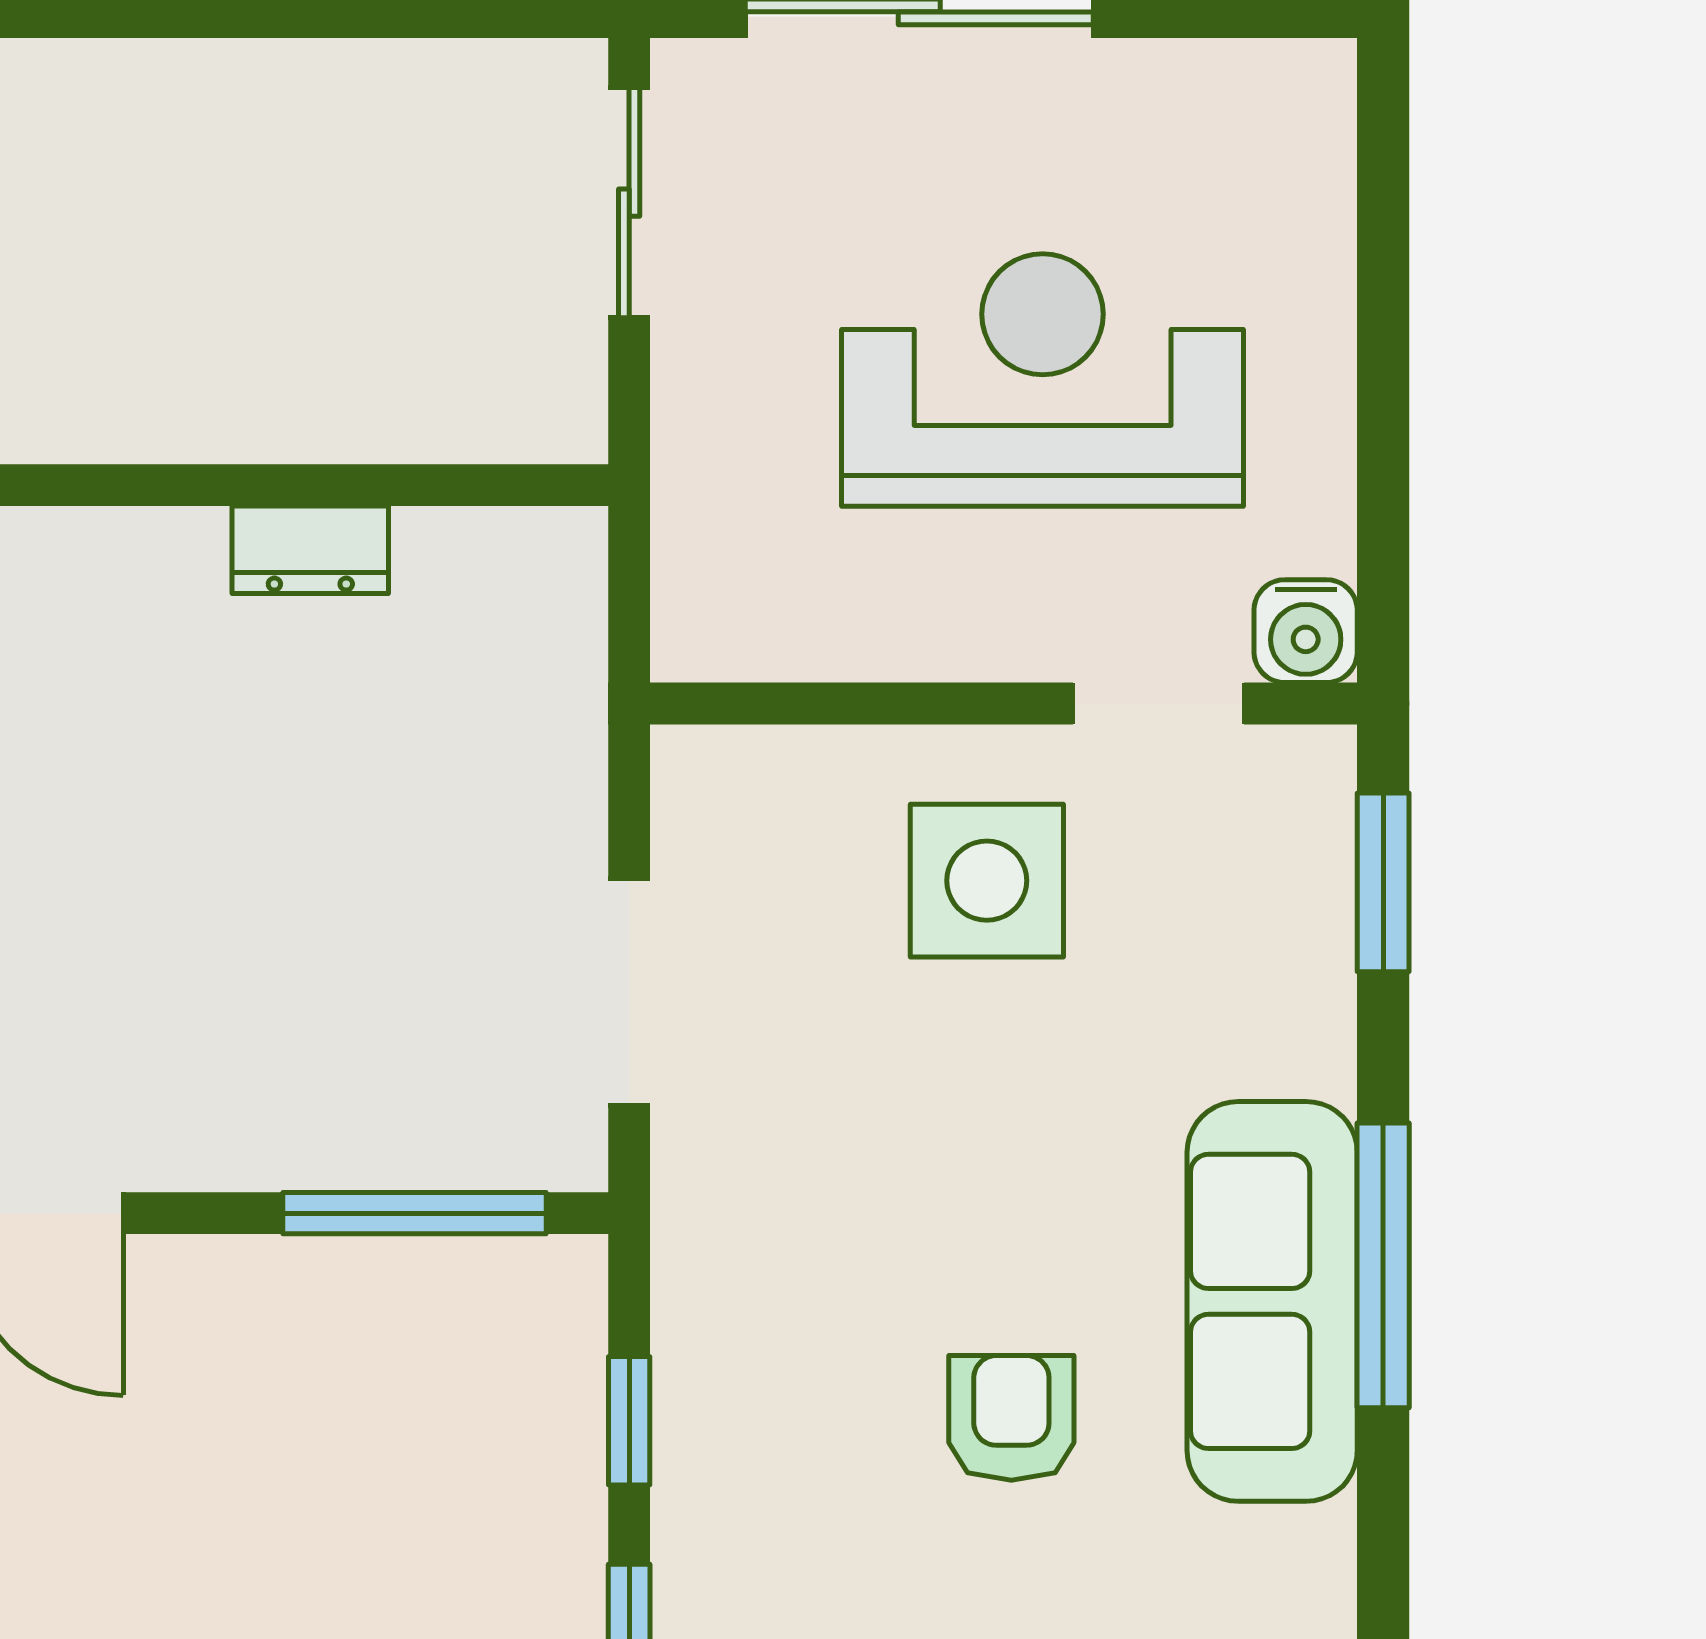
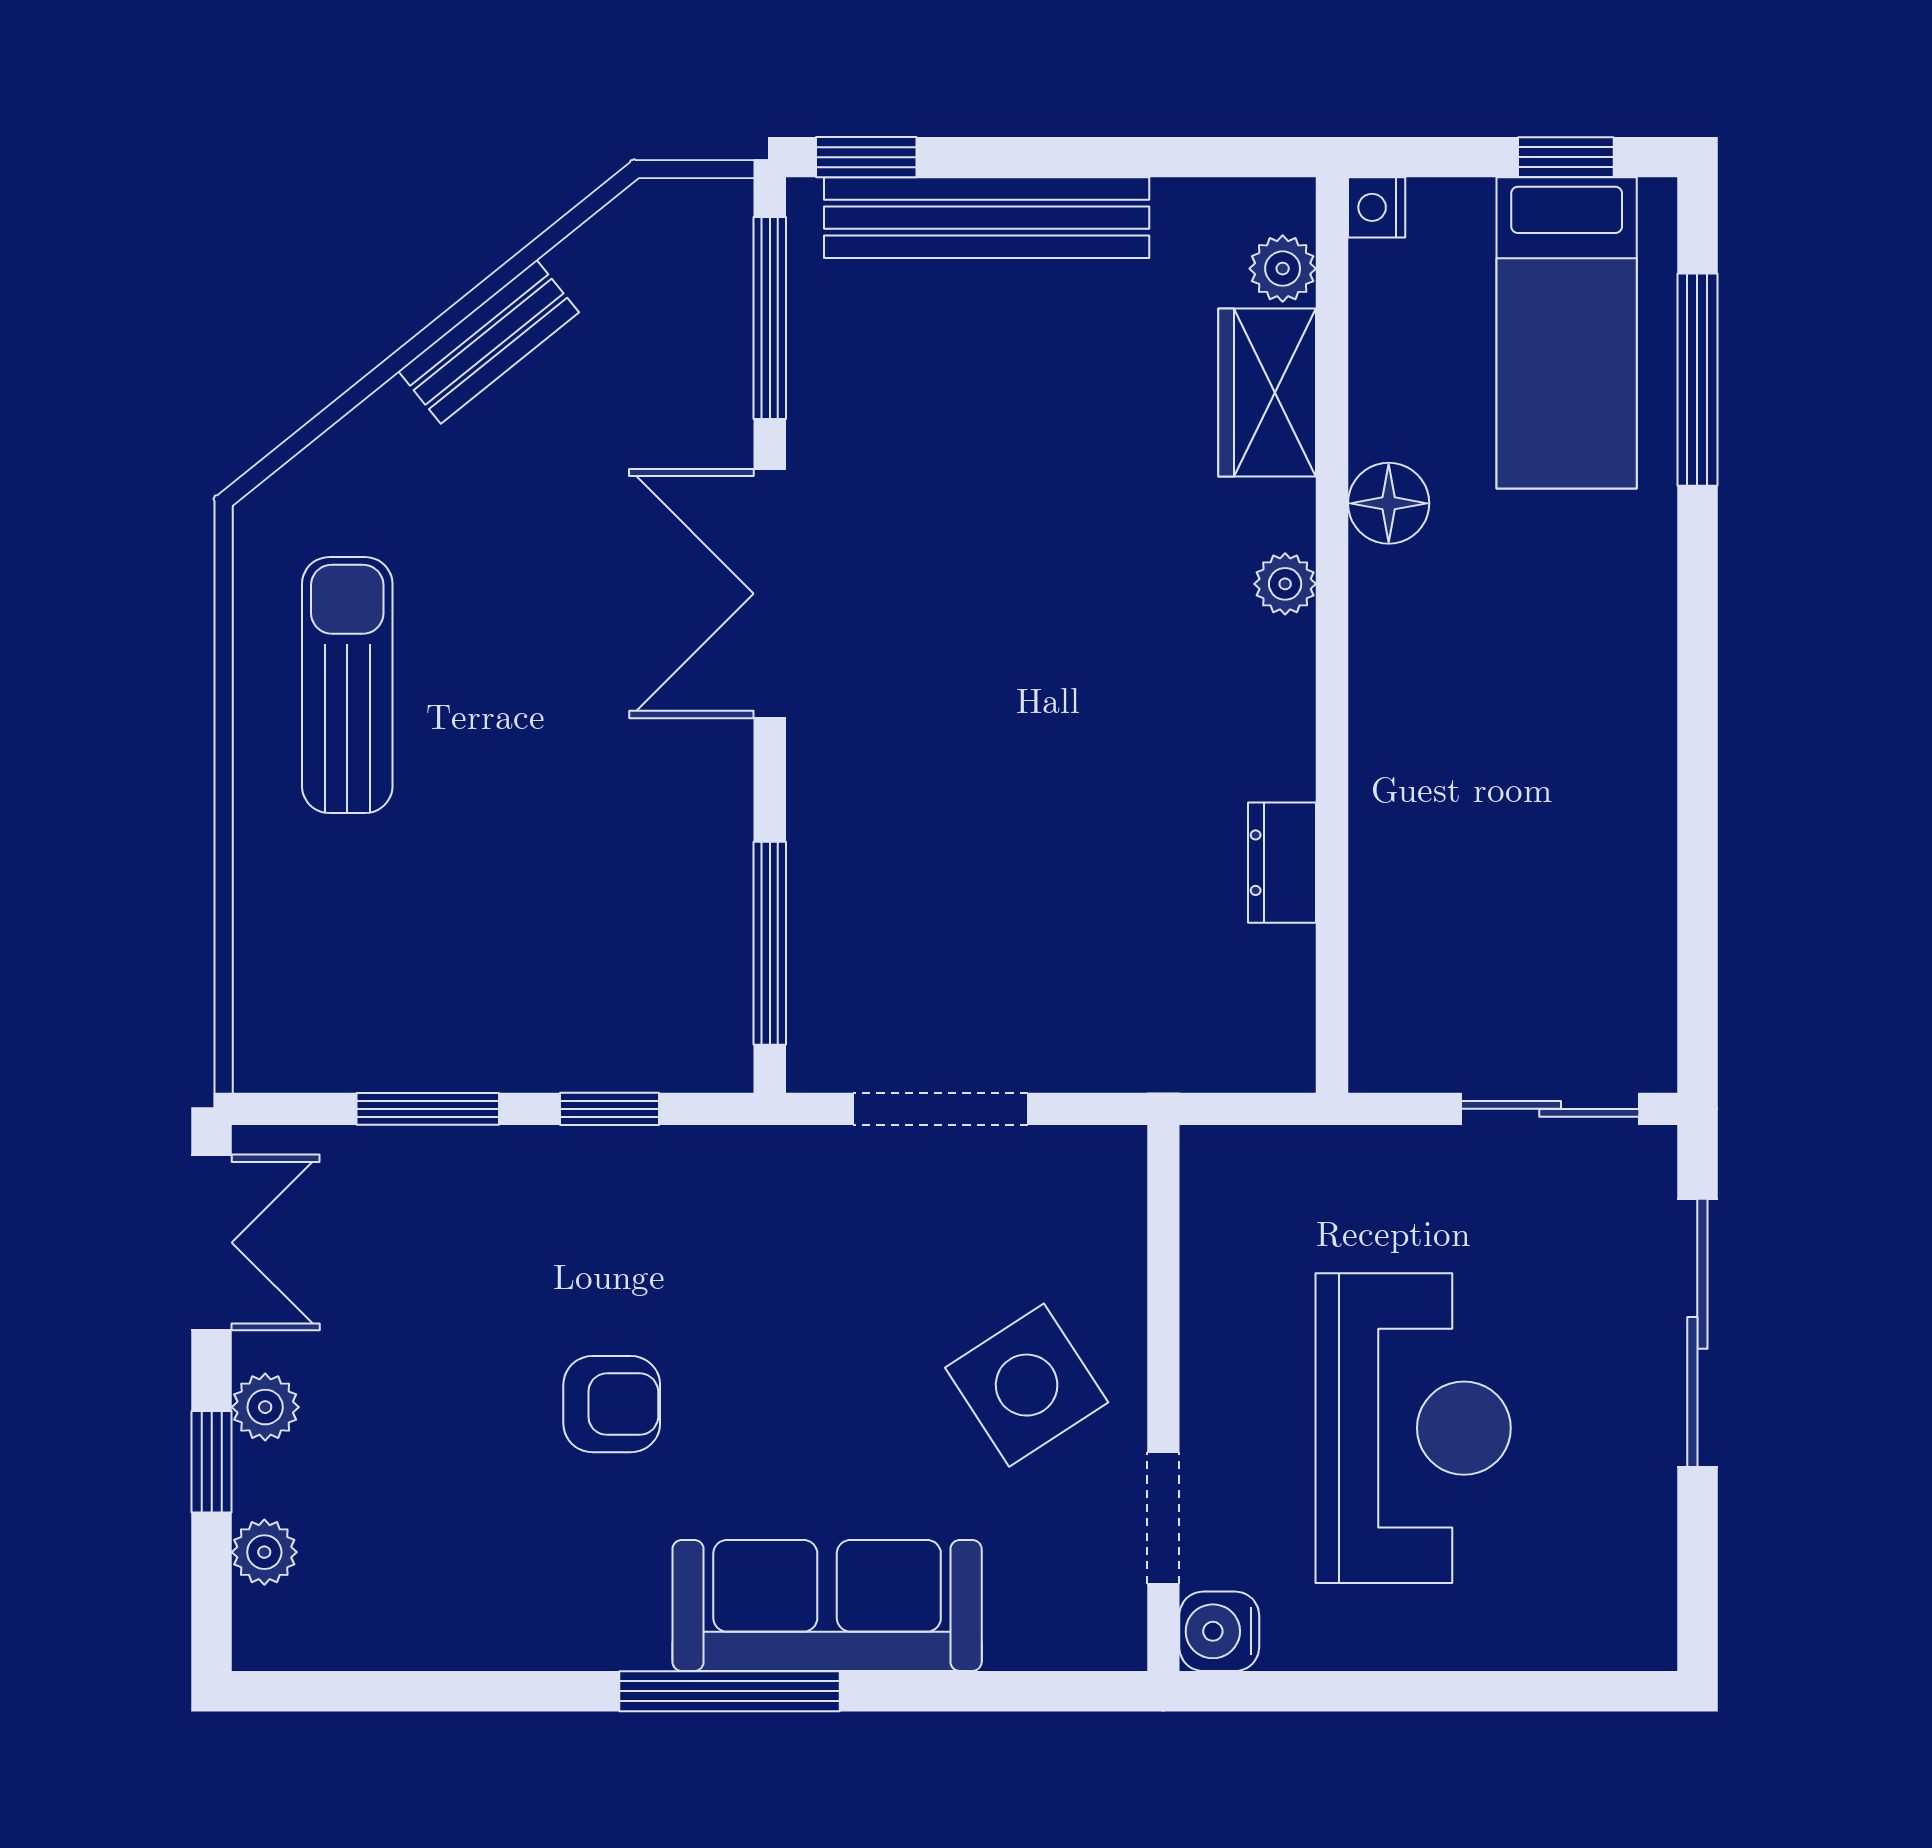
side table: (987, 881) -> (1027, 1385), turned -33
window: (1383, 882) -> (1025, 1691), removed
sofa: (1272, 1301) -> (827, 1605), moved

